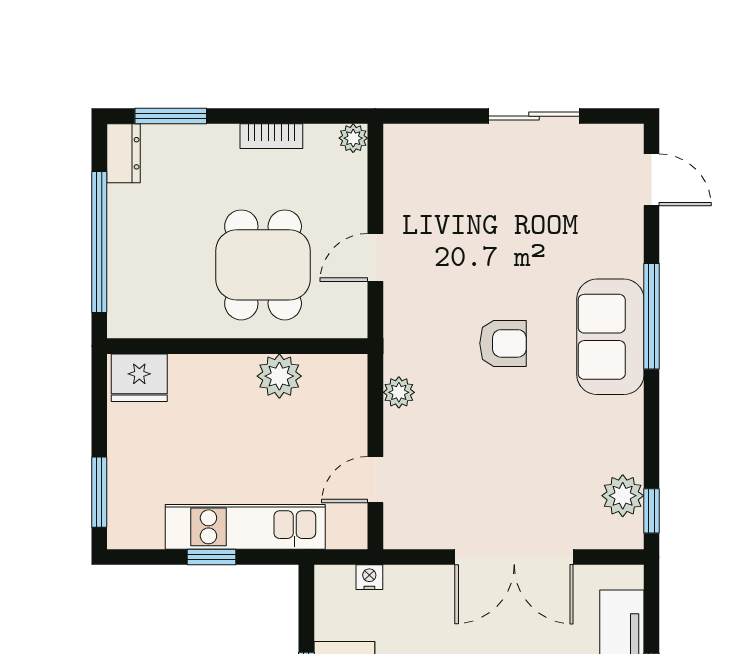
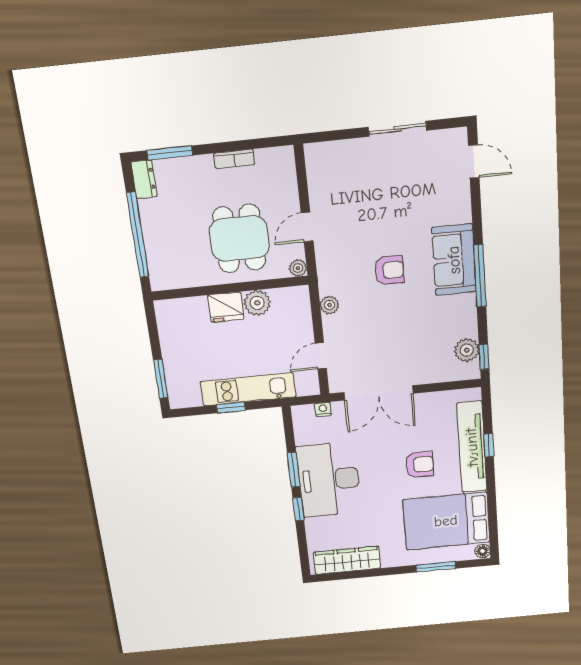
plant: (353, 138) -> (298, 268), moved
window: (651, 316) -> (480, 276), moved
fridge: (139, 378) -> (226, 307), moved
double door: (514, 557) -> (378, 393), moved

